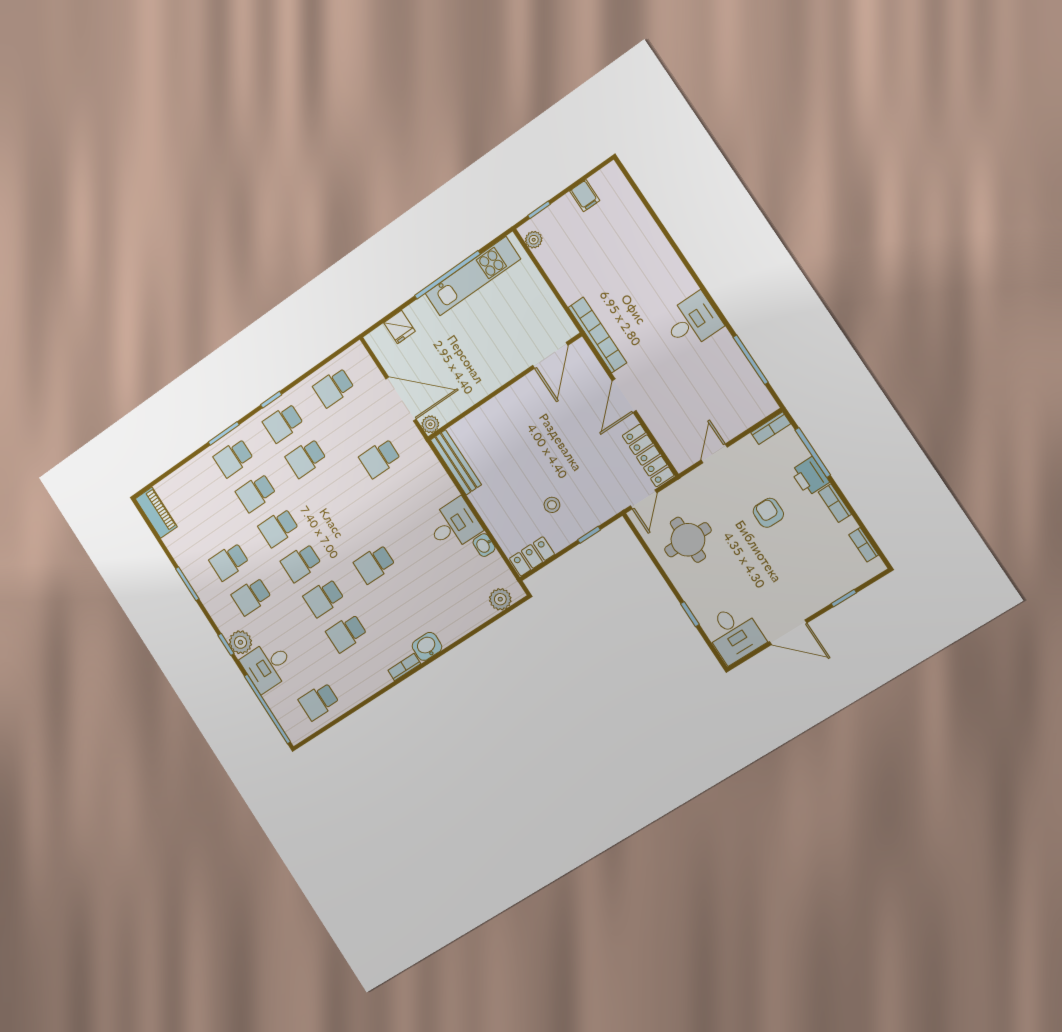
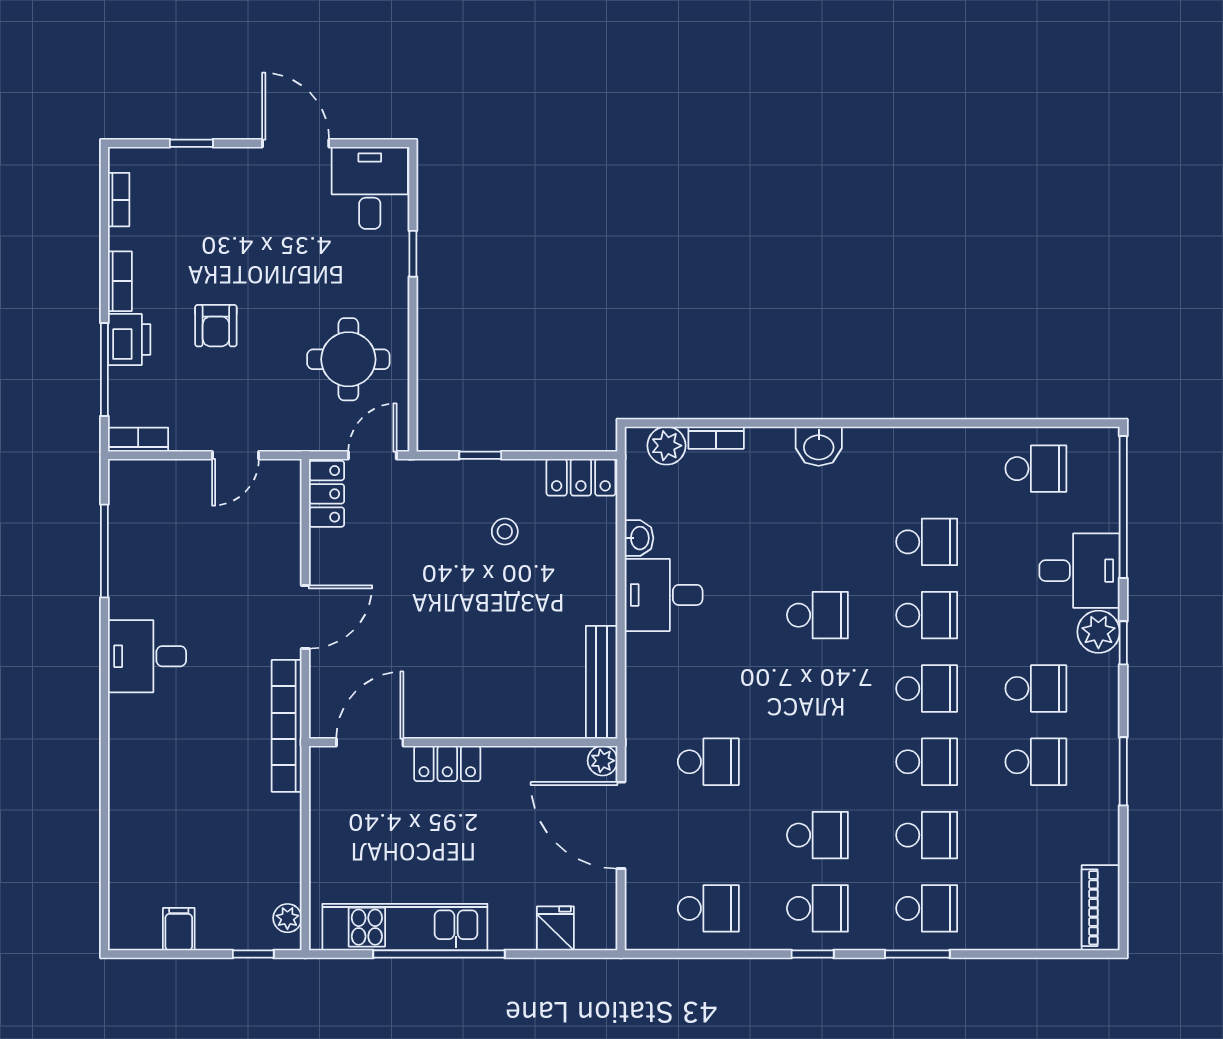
locker: (505, 371) -> (447, 764), added
locker: (648, 455) -> (327, 494), width x0.66
bookcase: (404, 667) -> (716, 438), moved

